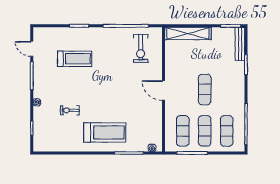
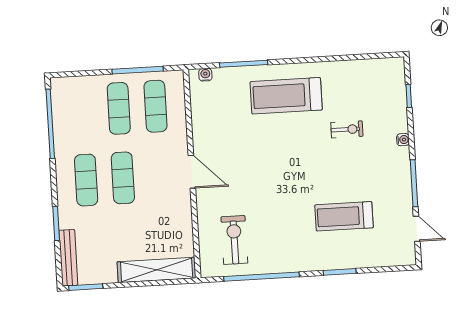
exercise mat: (227, 131) -> (86, 180), moved

